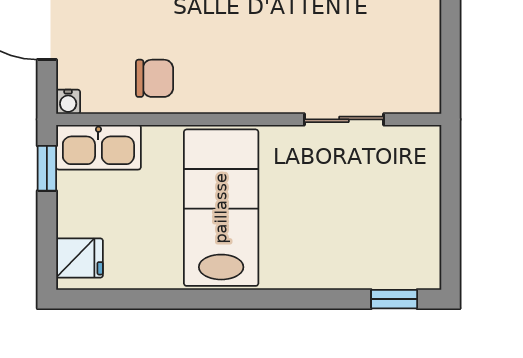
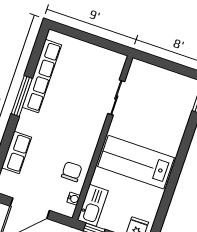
water cooler: (68, 102) -> (74, 199), moved

